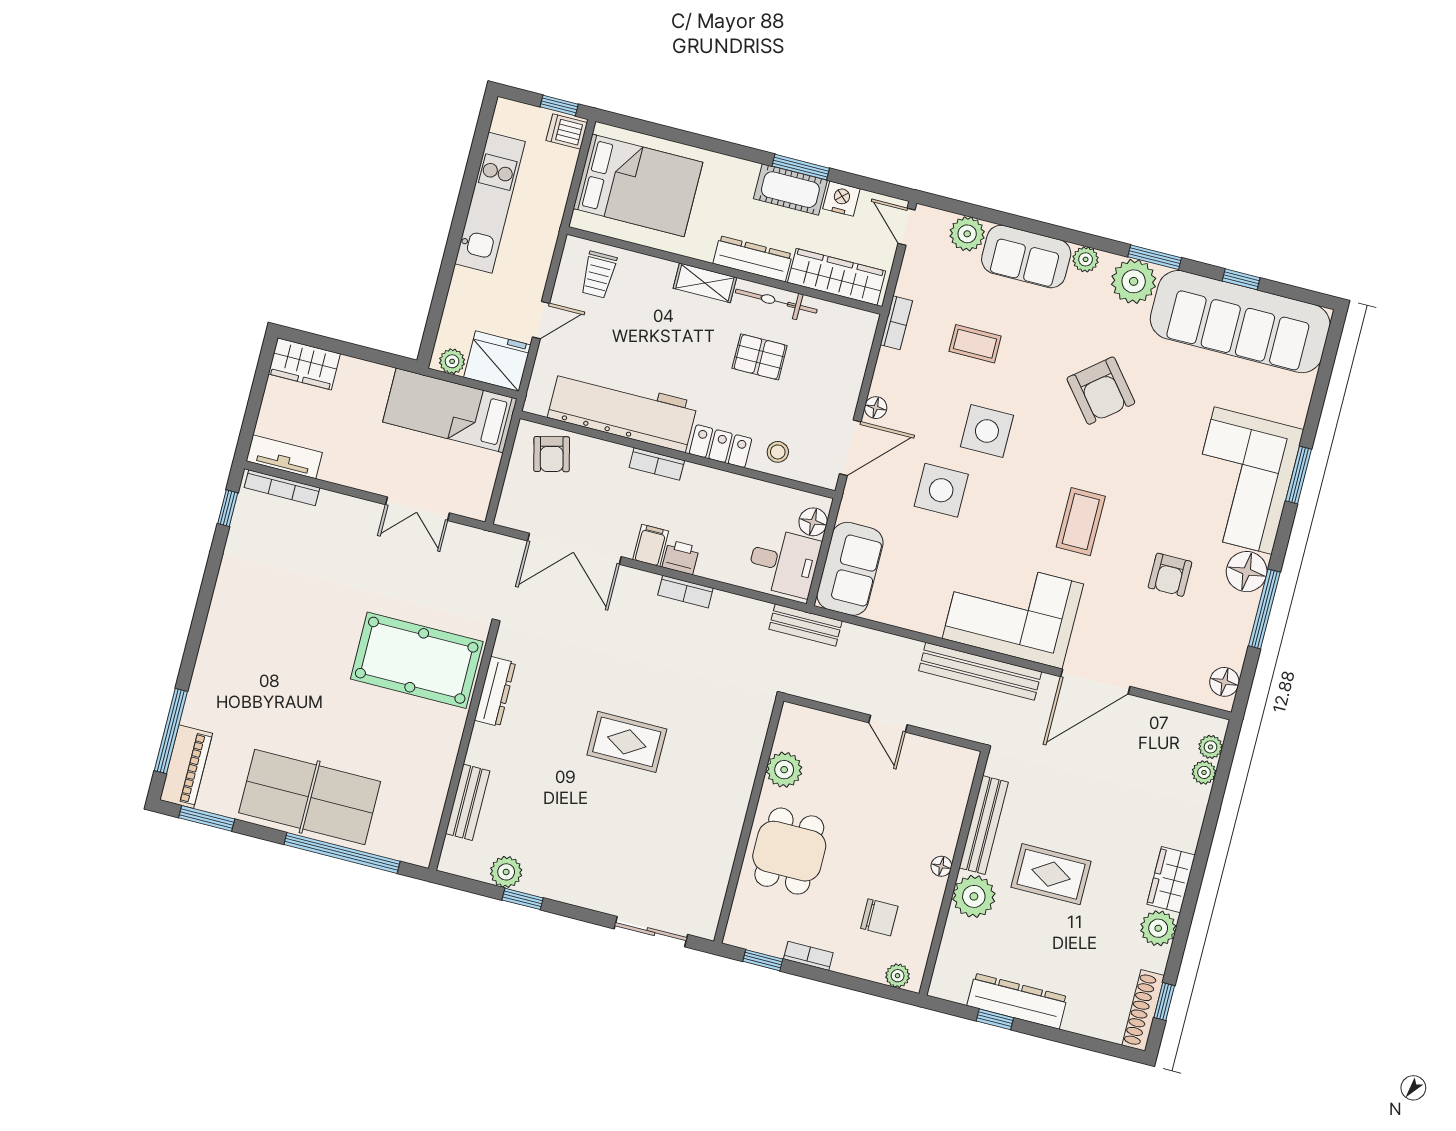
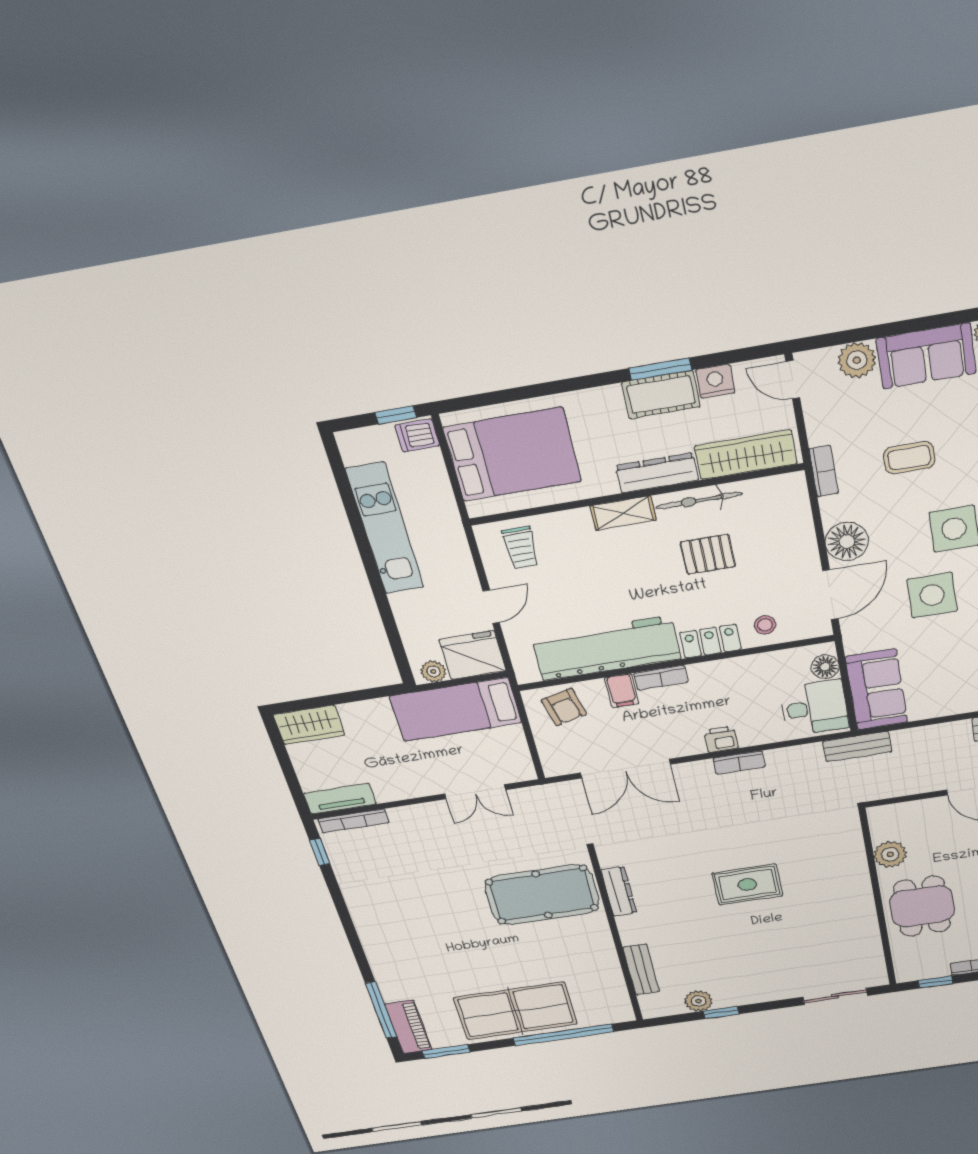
floor lamp: (876, 408) -> (847, 541), width x1.89, depth x1.89
filing cabinet: (651, 545) -> (622, 691), moved, turned 180

